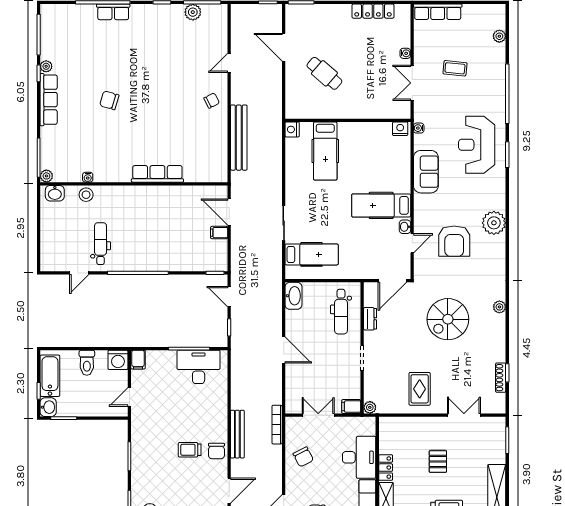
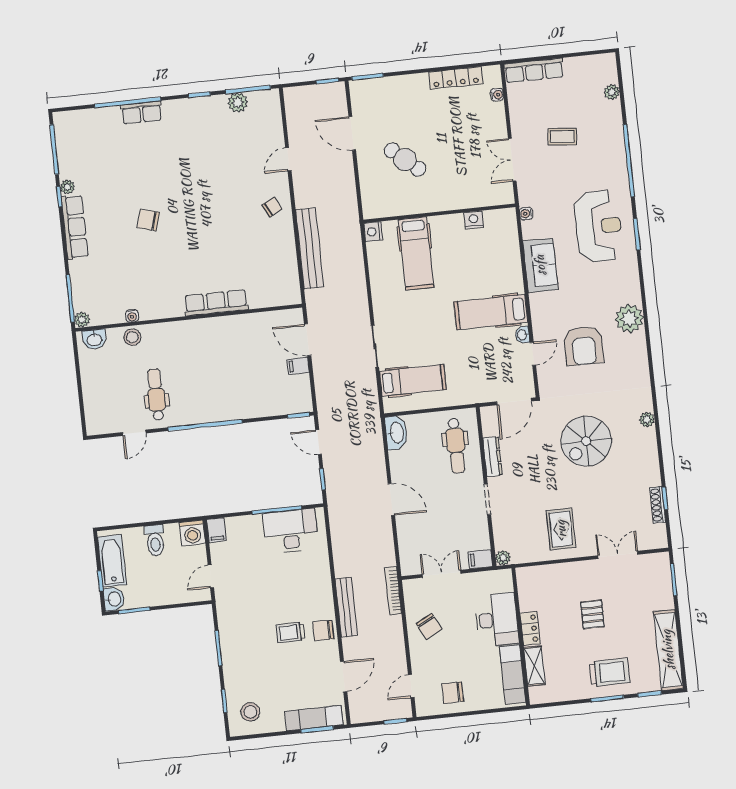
water cooler: (405, 53) -> (497, 95), moved
nightstand: (400, 129) -> (474, 220), moved
reception desk: (477, 145) -> (598, 226), turned 180
dresser: (370, 319) -> (493, 457), width x1.44
chair: (216, 451) -> (323, 630), turned 90

